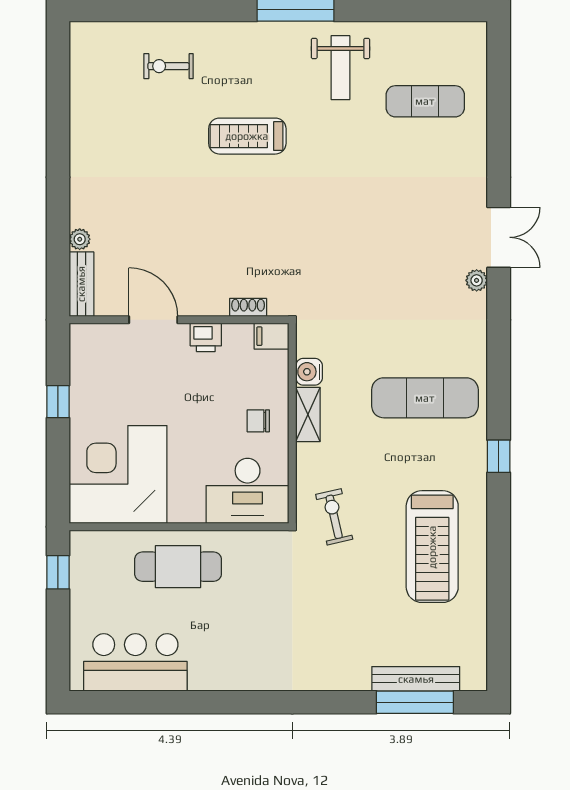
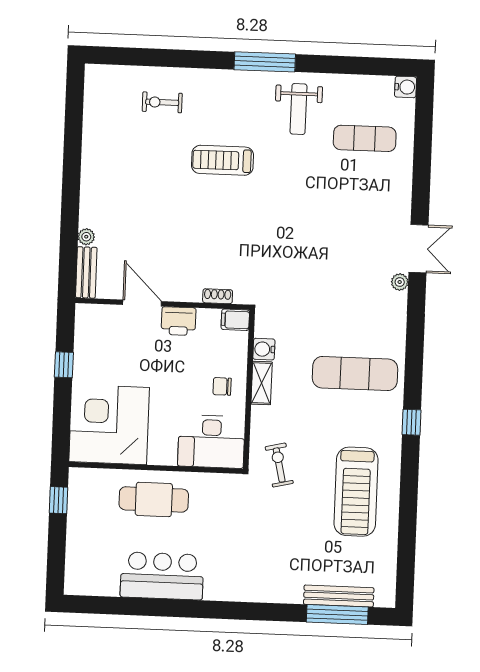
water cooler: (474, 35) -> (406, 87), added
printer: (206, 337) -> (179, 321), width x1.36, depth x1.24
bar counter: (135, 662) -> (162, 576), moved

